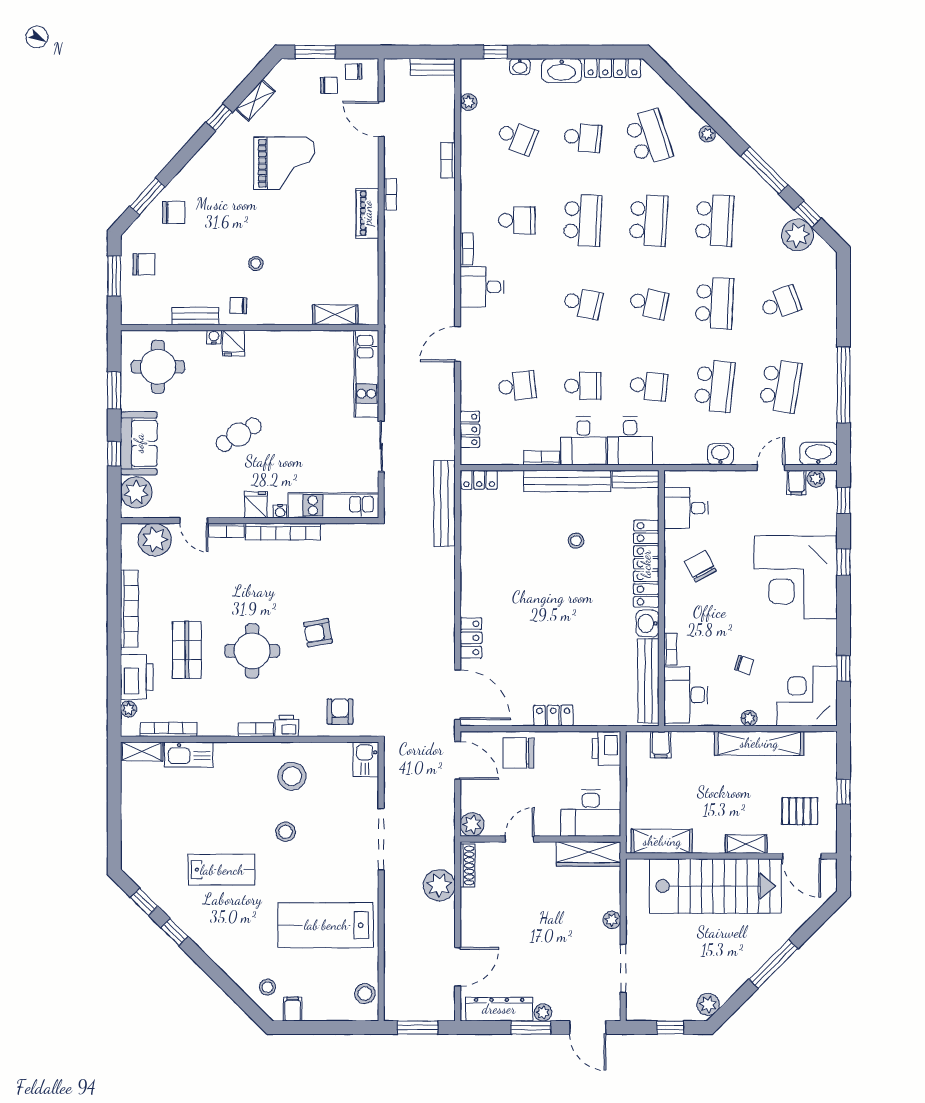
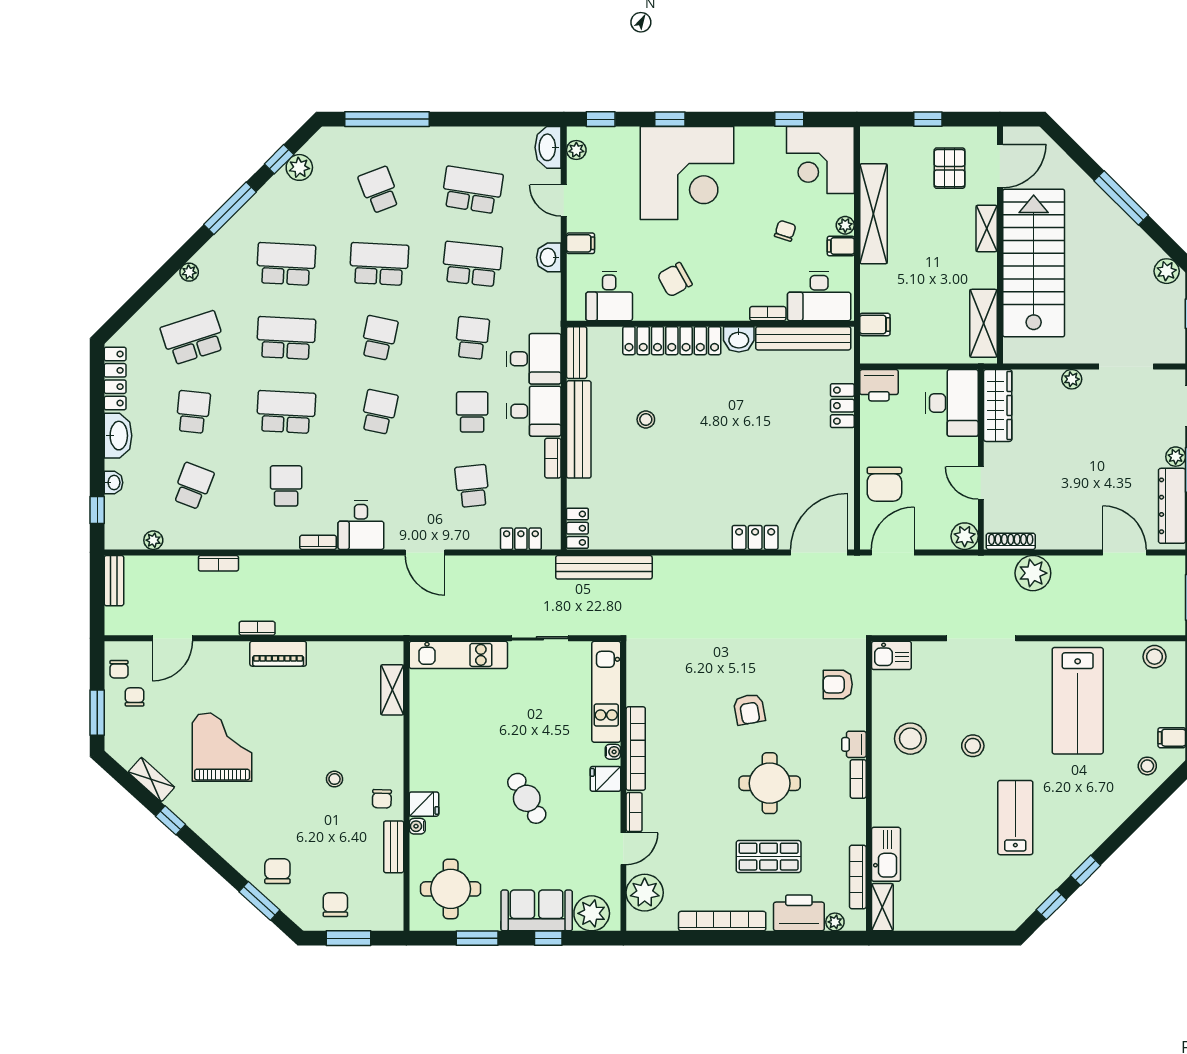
plant: (797, 235) -> (299, 167), width x0.73, depth x0.73
window: (843, 385) -> (387, 119), moved
filing cabinet: (796, 483) -> (581, 243), moved
filing cabinet: (730, 714) -> (841, 246), added
locker: (553, 716) -> (842, 406), moved

